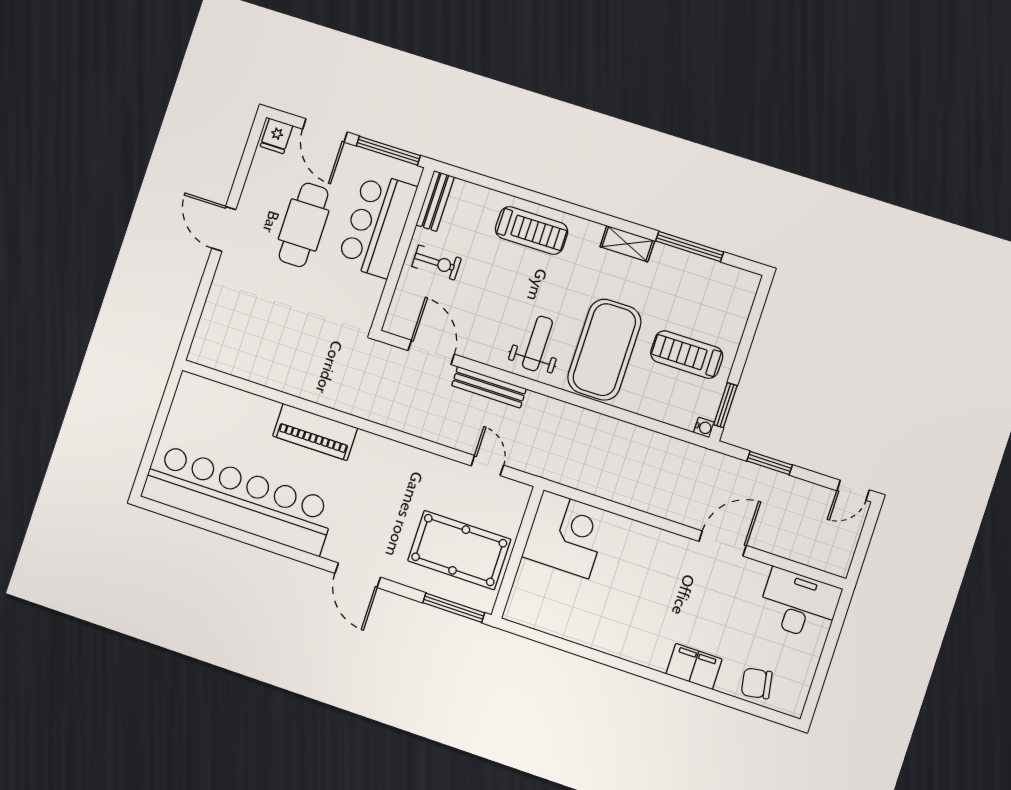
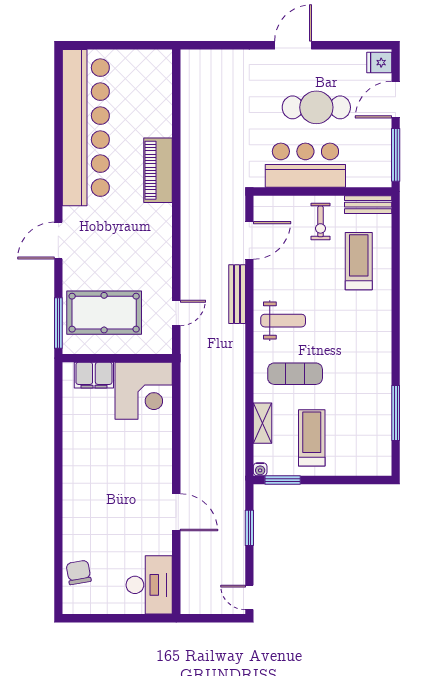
bar counter: (377, 225) -> (305, 165), moved
treadmill: (531, 230) -> (359, 261), moved, turned 180
shelving: (627, 244) -> (263, 423), moved
exercise mat: (604, 350) -> (295, 374), width x0.50, depth x0.69
pool table: (459, 550) -> (104, 313), turned 90
filing cabinet: (694, 666) -> (94, 375), moved, turned 90

